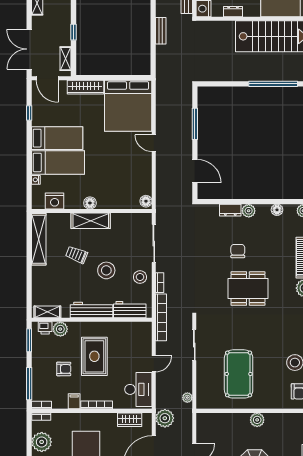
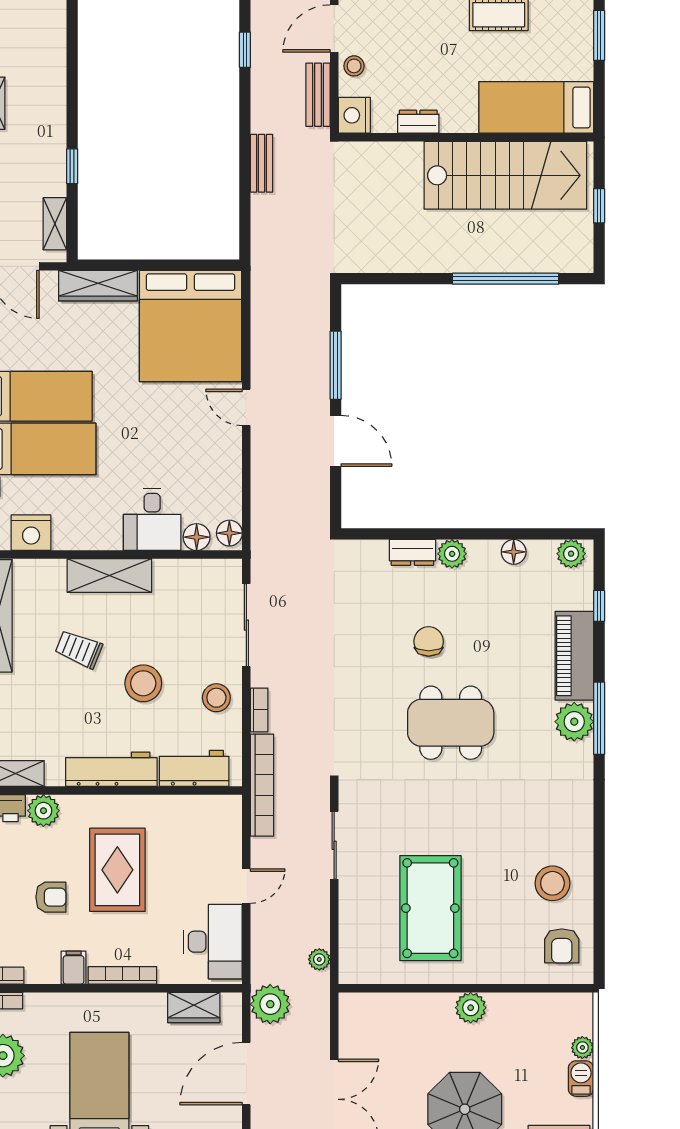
door: (195, 171) -> (336, 441), moved
desk: (110, 195) -> (152, 519), added
floor lamp: (90, 203) -> (197, 537), moved

